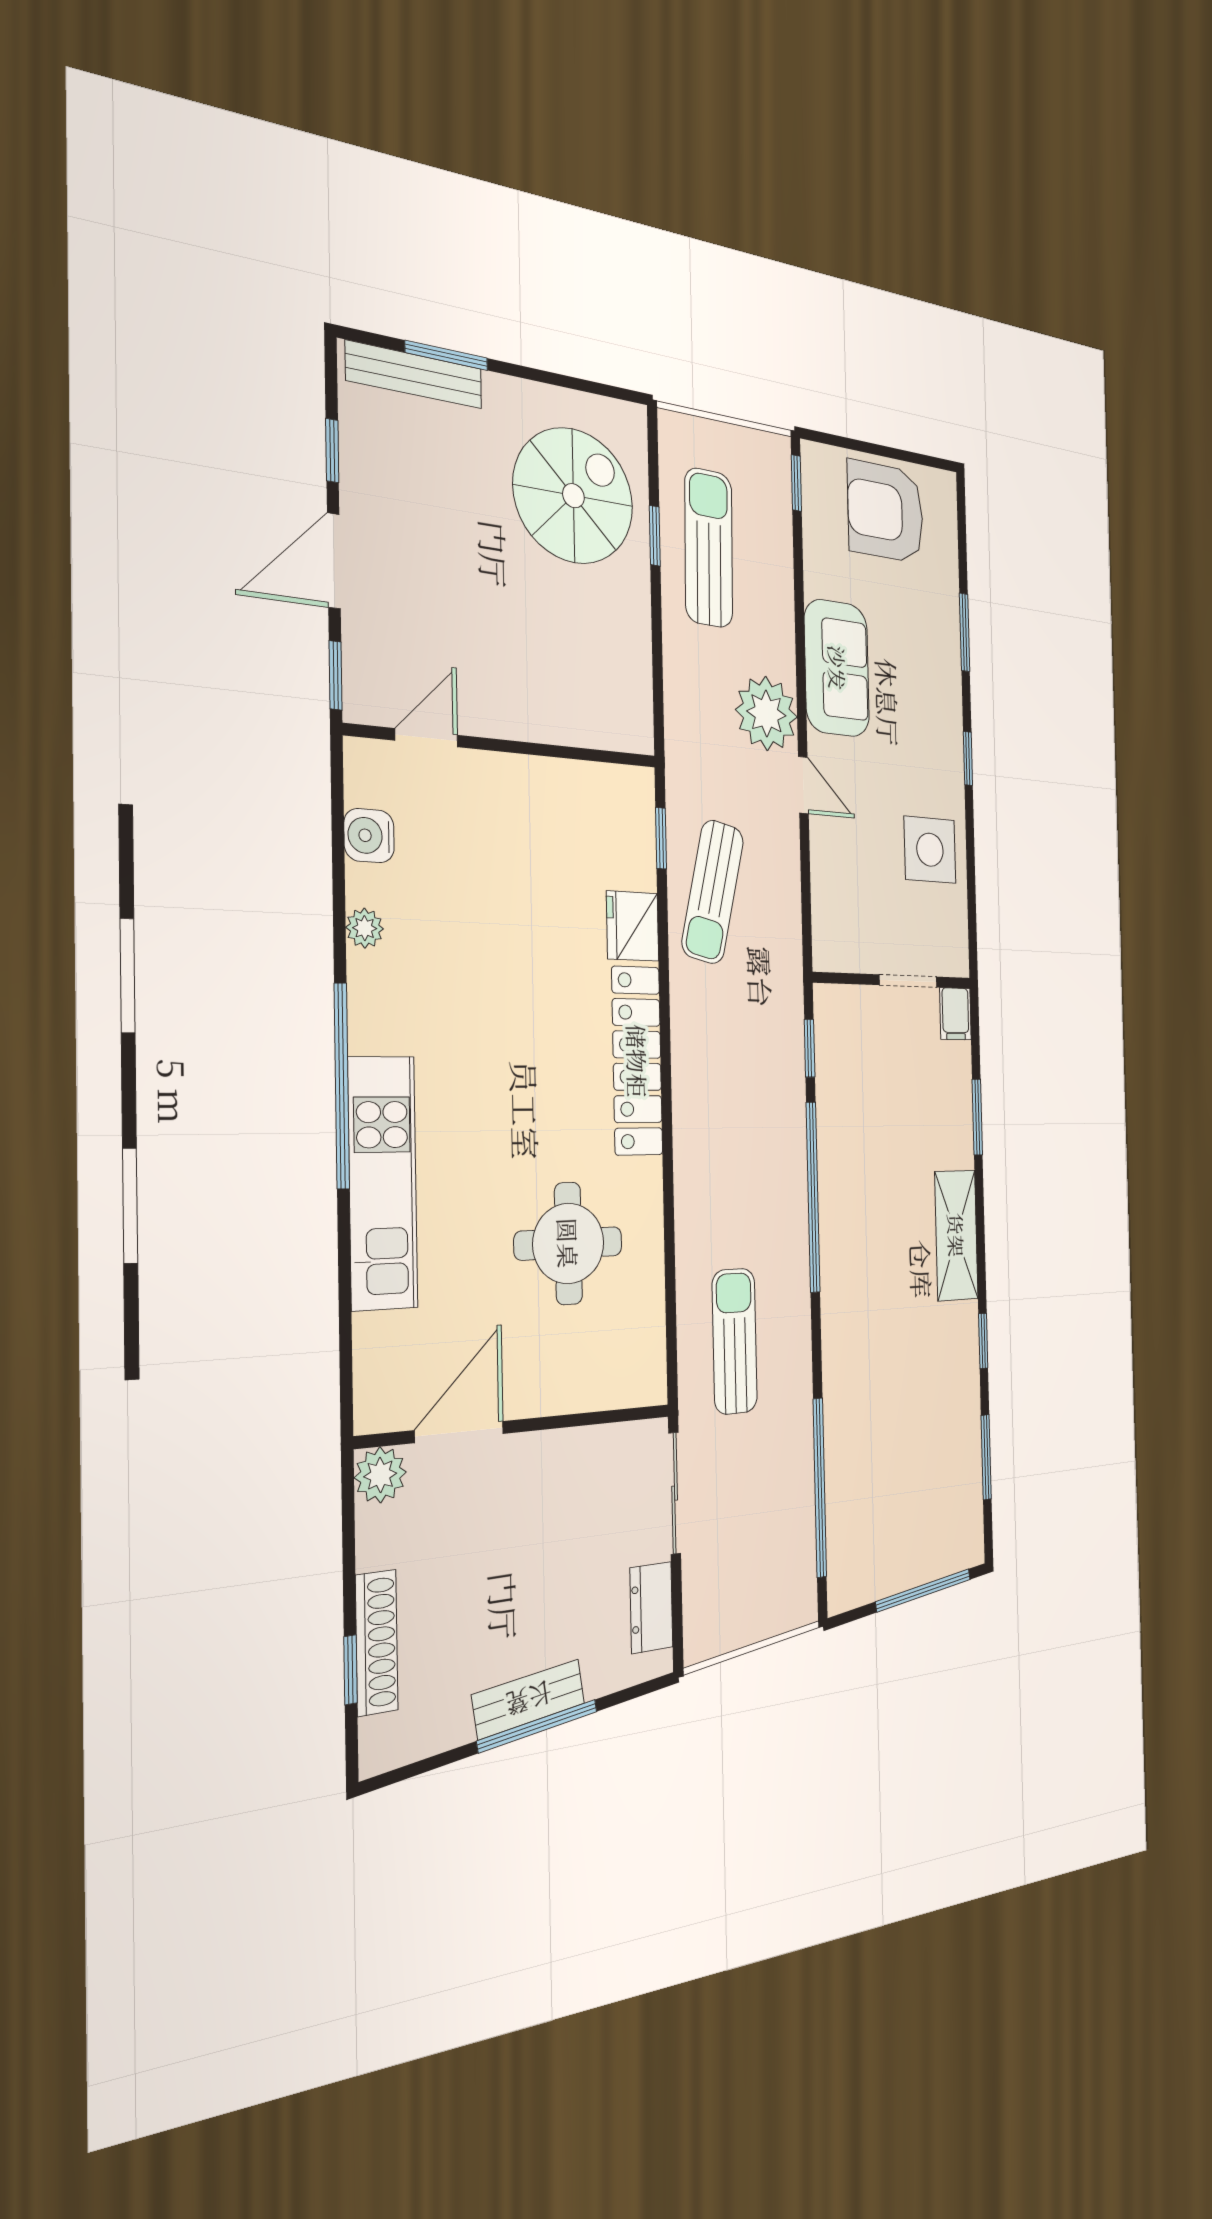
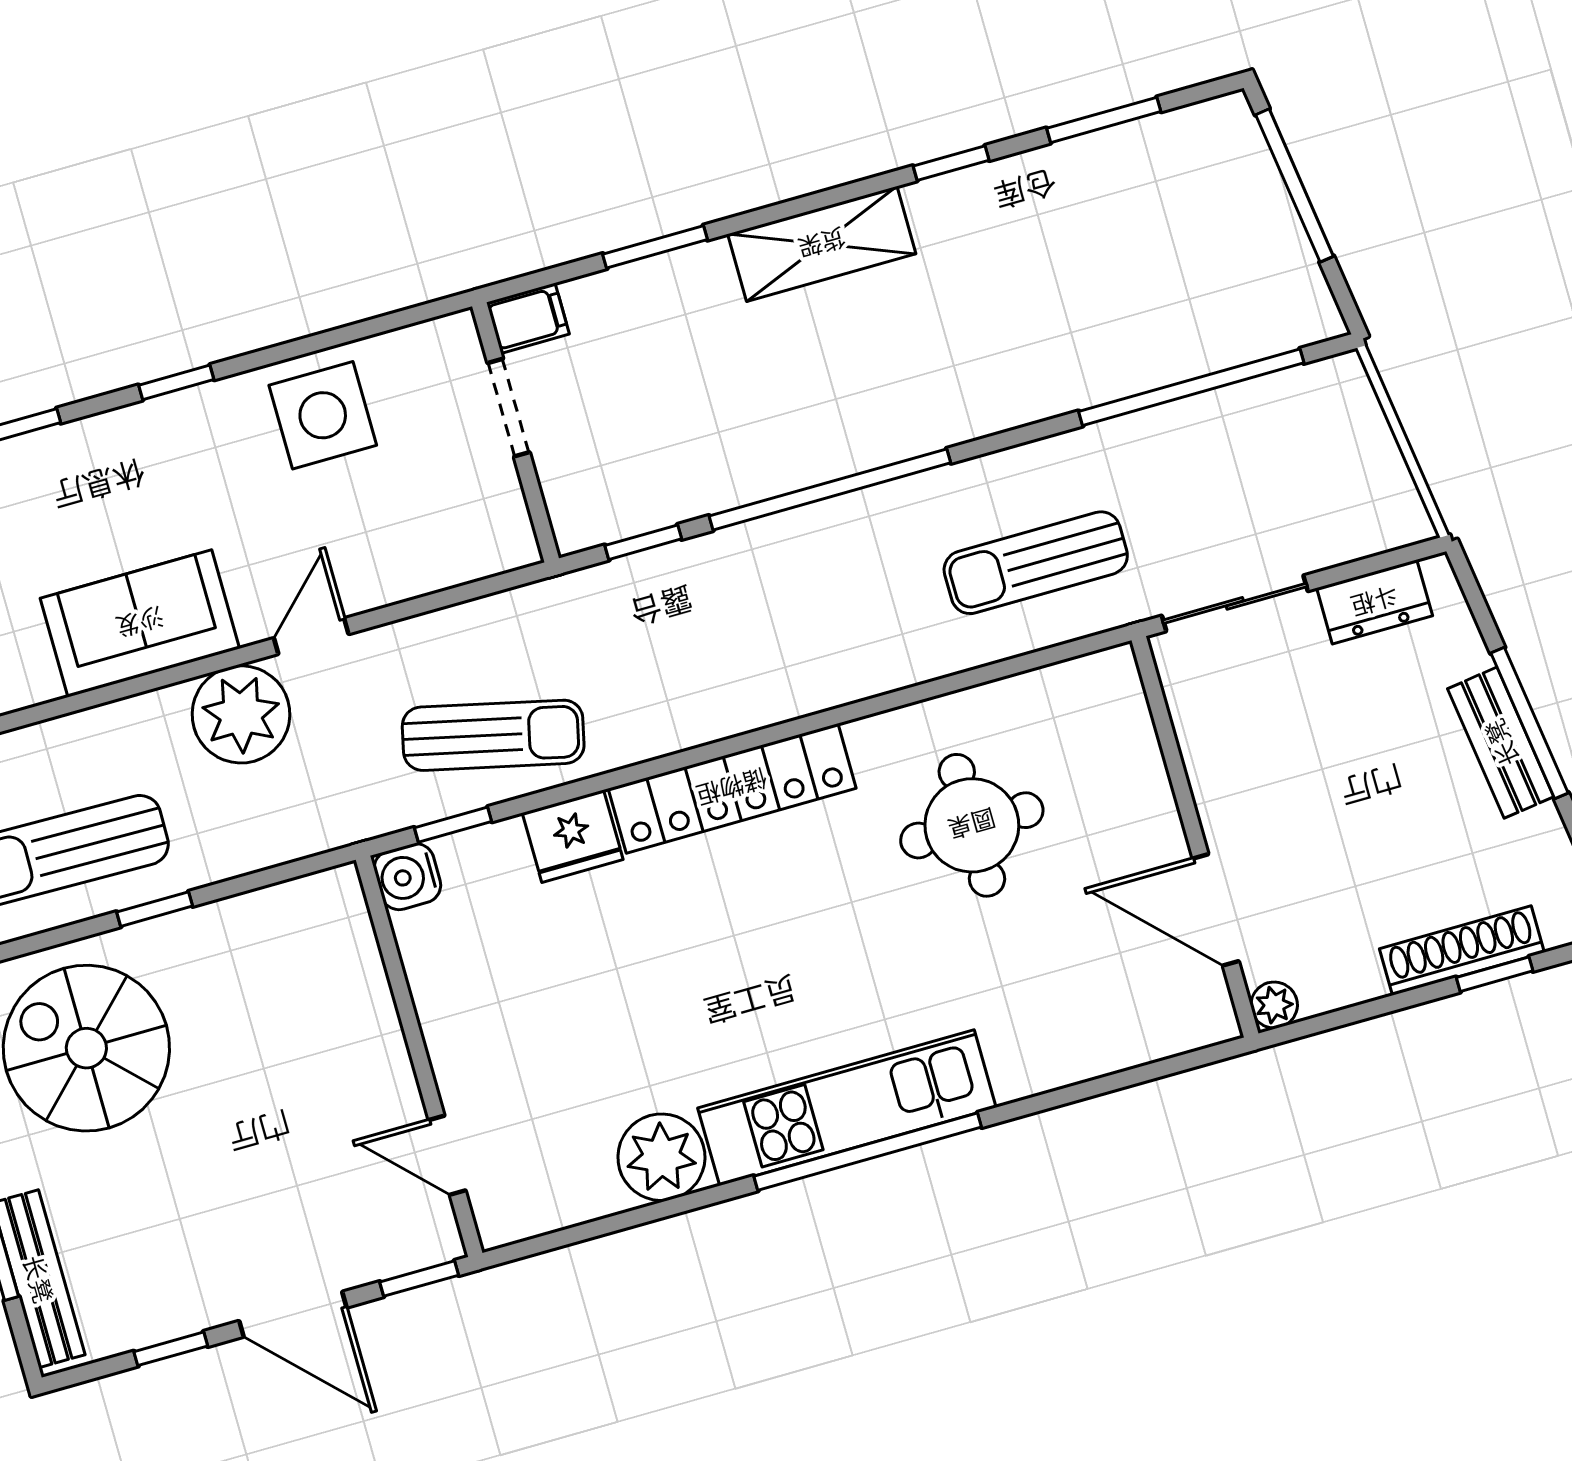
window: (655, 536) -> (155, 909), moved
water cooler: (369, 836) -> (407, 877), moved, turned 90
plant: (365, 928) -> (661, 1157), width x1.88, depth x1.88
kitchen unit: (383, 1183) -> (847, 1108), moved
plant: (380, 1475) -> (1274, 1005), width x0.73, depth x0.73

